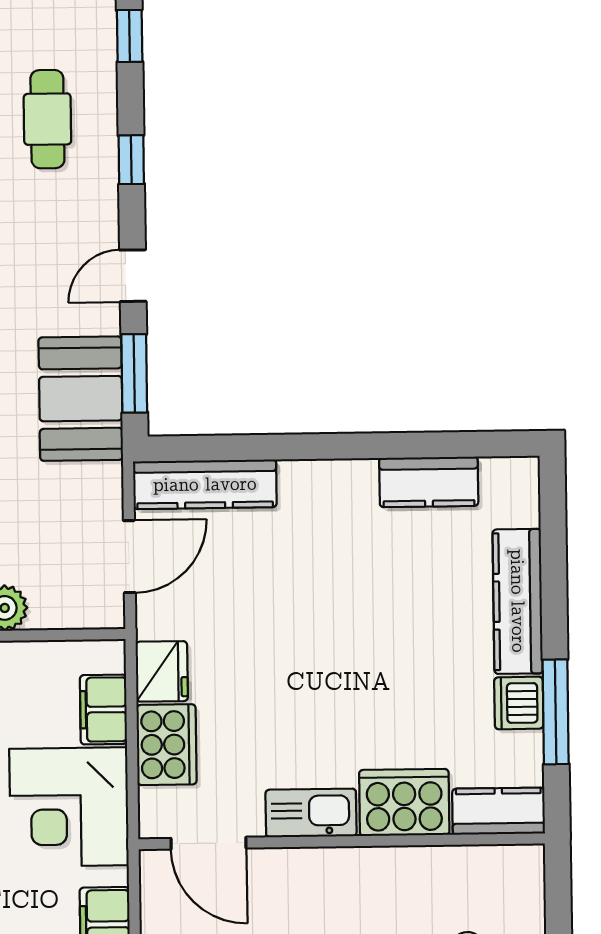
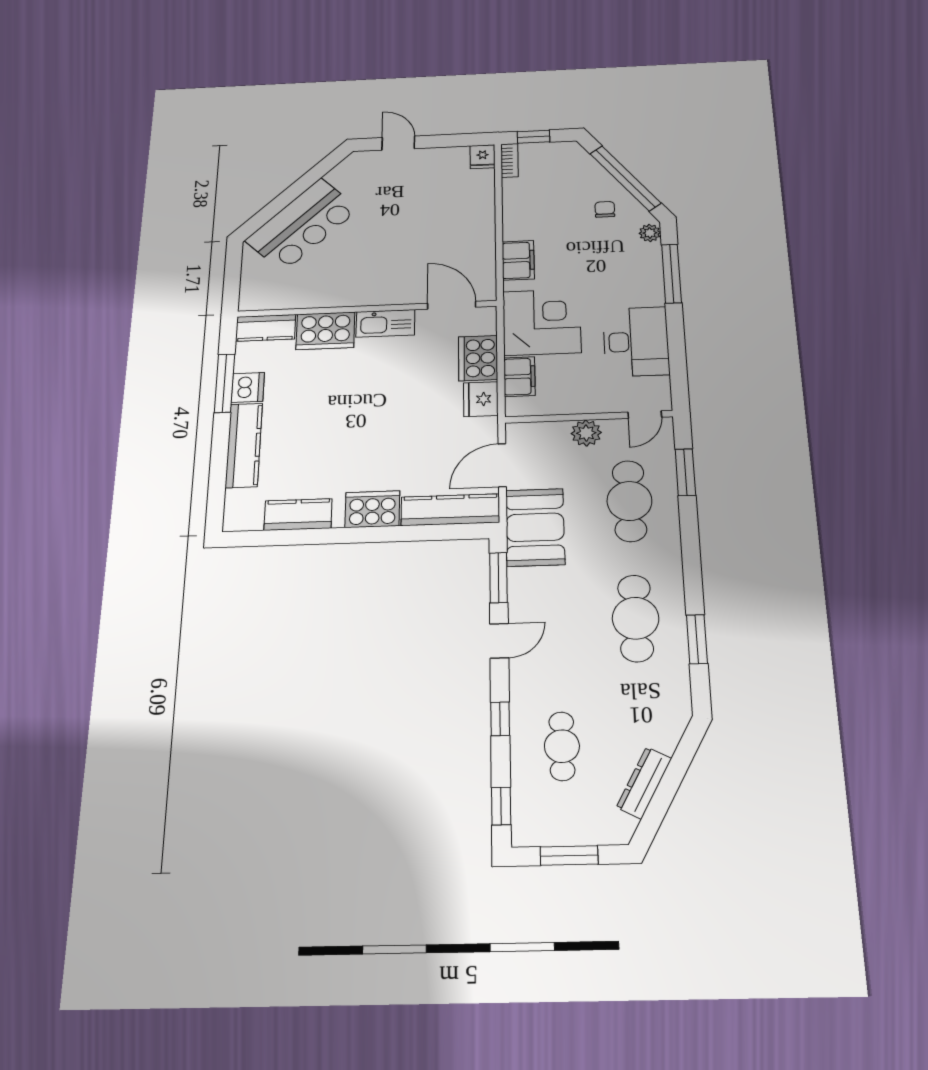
booth: (81, 399) -> (535, 527), moved
cooker: (319, 488) -> (372, 509), added

